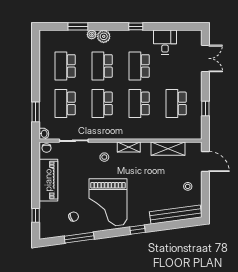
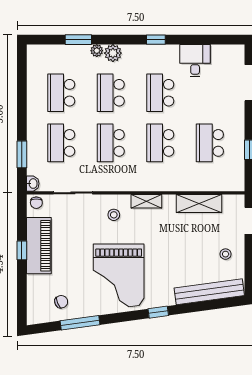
window: (36, 215) -> (22, 250), moved
chair: (74, 217) -> (61, 302), moved

